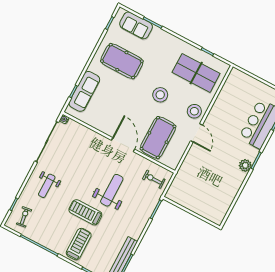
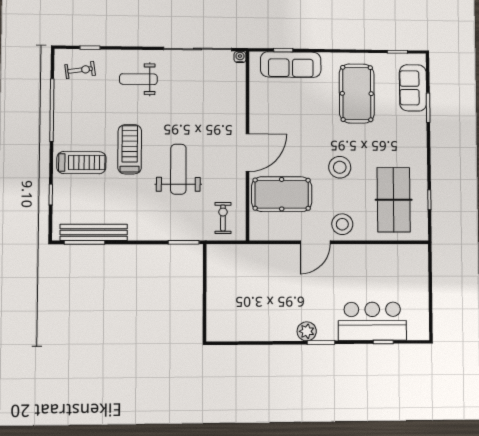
weight bench: (112, 190) -> (178, 169), turned -90

